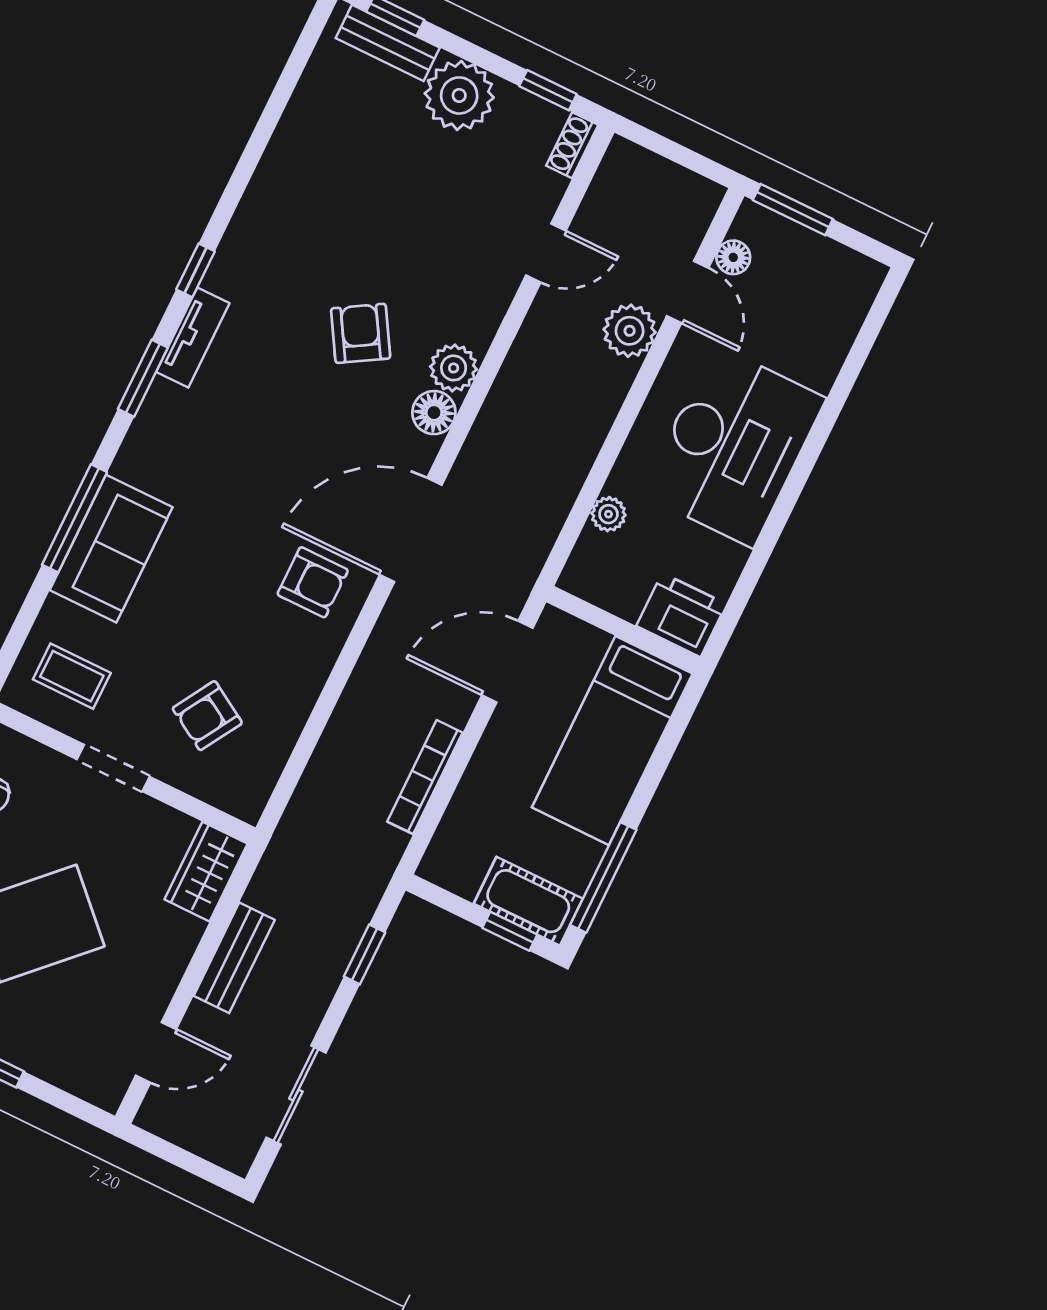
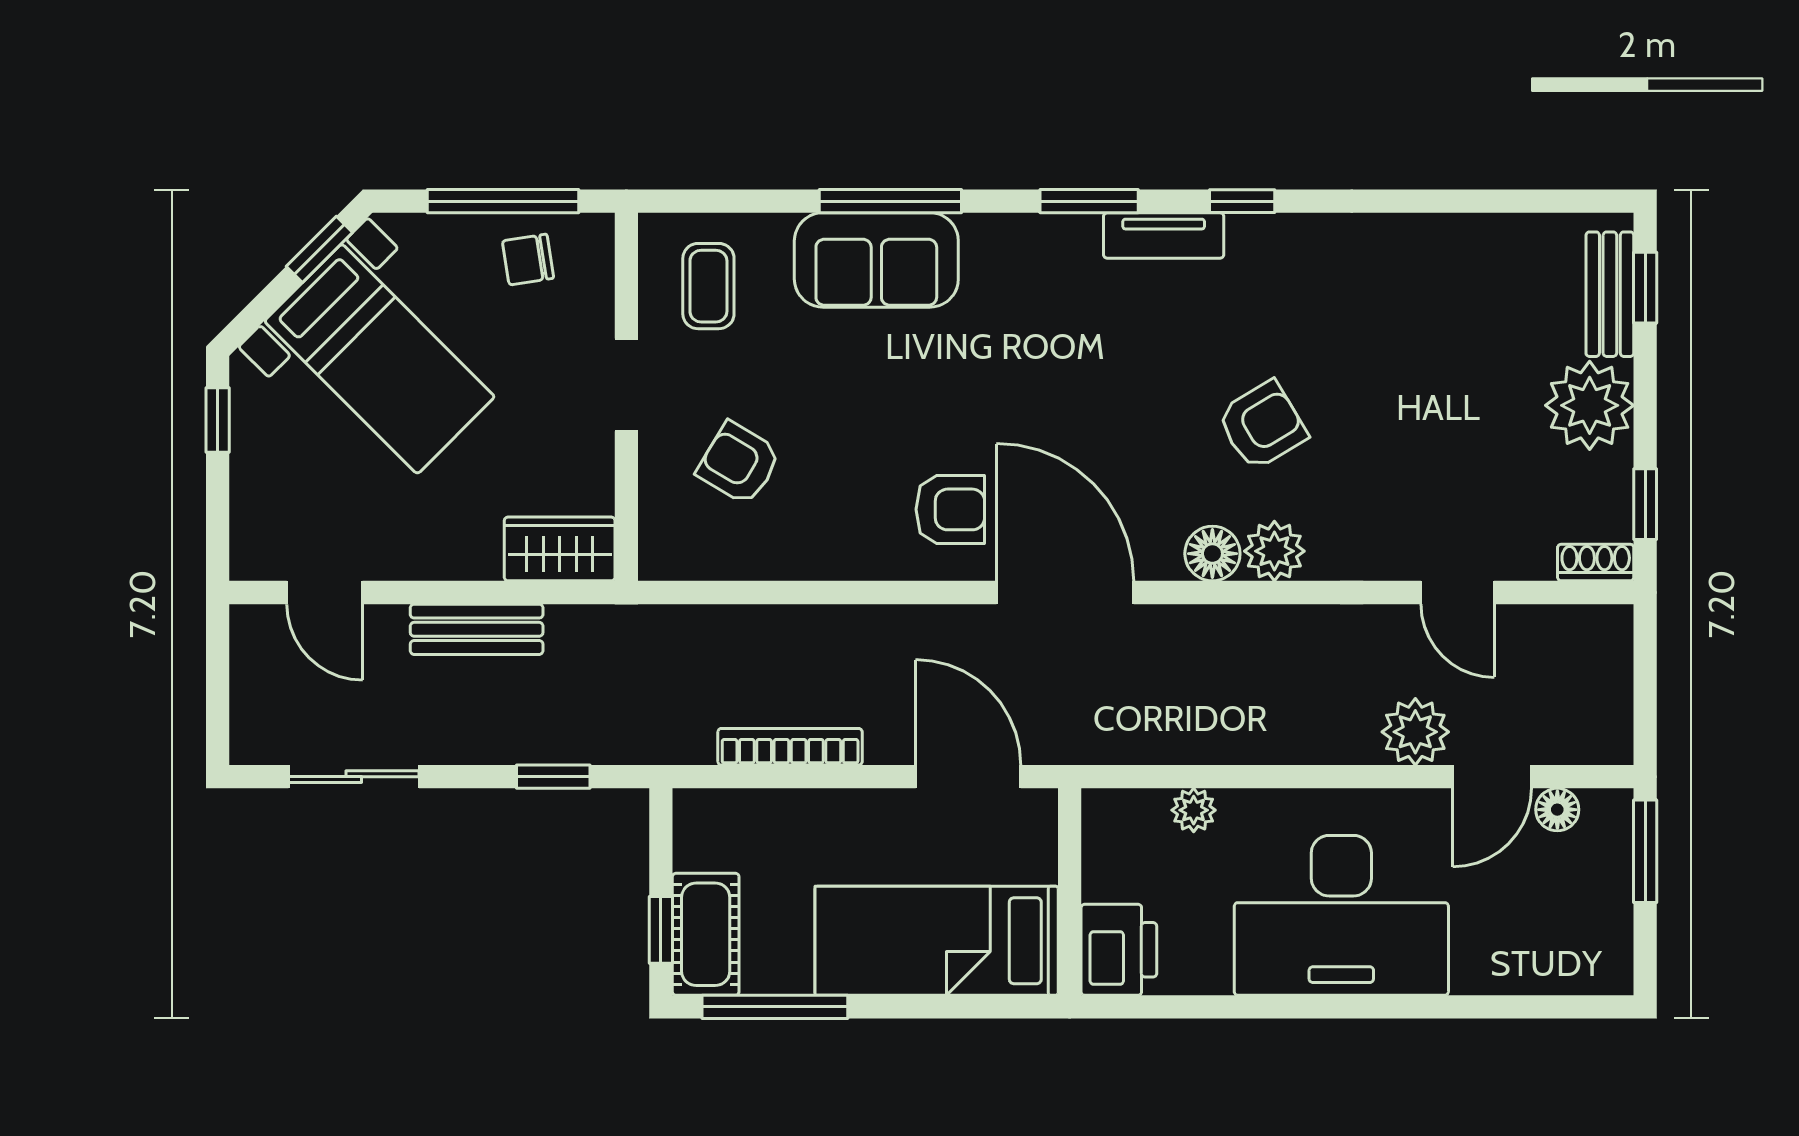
armchair: (313, 582) -> (950, 509), turned -90

